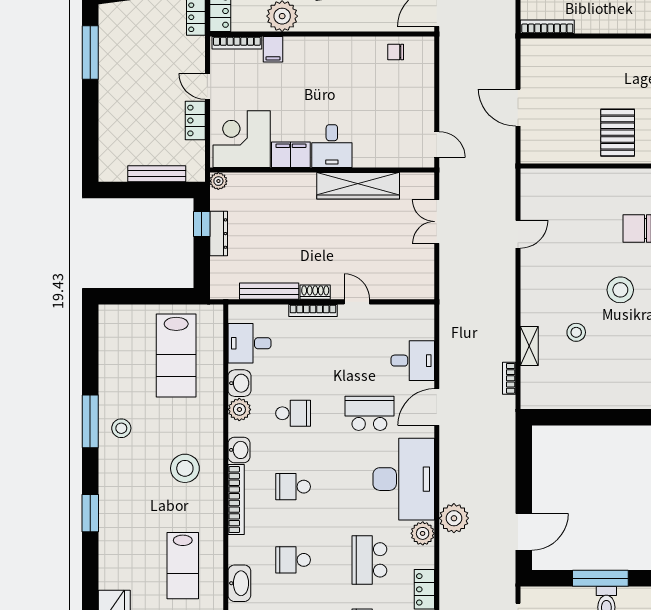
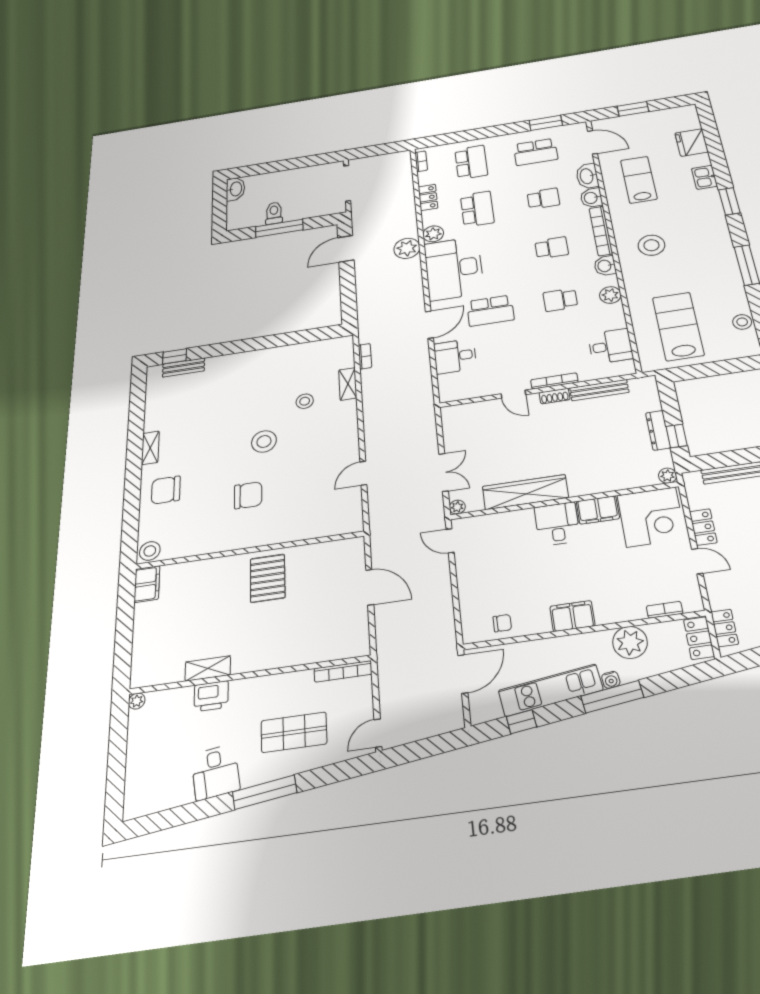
bookcase: (237, 43) -> (665, 610), width x0.64
filing cabinet: (273, 49) -> (572, 616), moved, width x2.00
plant: (427, 180) -> (457, 507), added
washbasin: (240, 383) -> (591, 198), moved
stool: (121, 428) -> (742, 322), moved
kitchen sink: (110, 554) -> (704, 177), added

